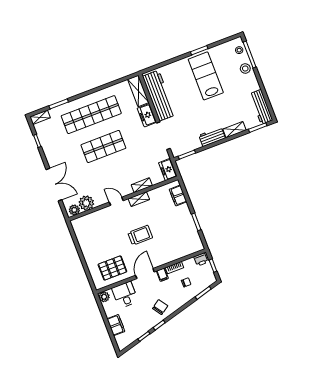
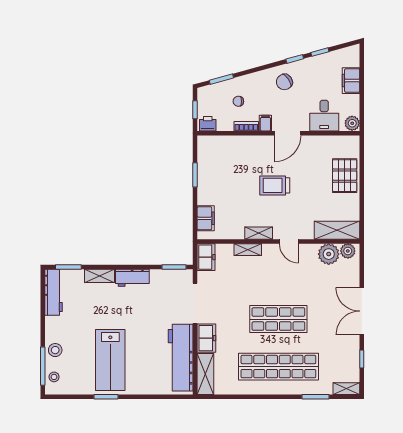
double door: (54, 185) -> (362, 311), moved
shelving: (87, 221) -> (337, 230), added
pallet: (112, 268) -> (345, 176), moved, turned 90

